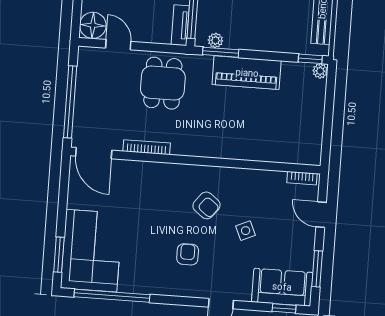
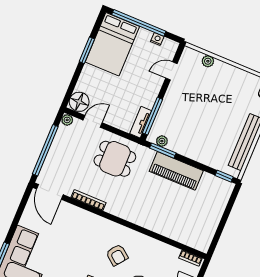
door: (118, 45) -> (93, 121), hinge flipped
plant: (320, 71) -> (67, 120), moved
dining table: (163, 83) -> (115, 159), turned 90

